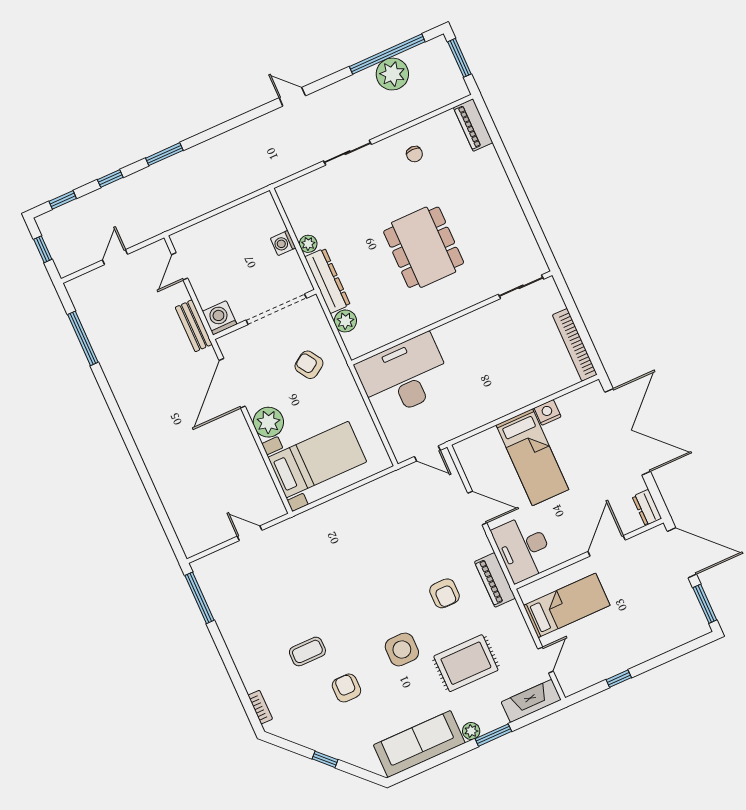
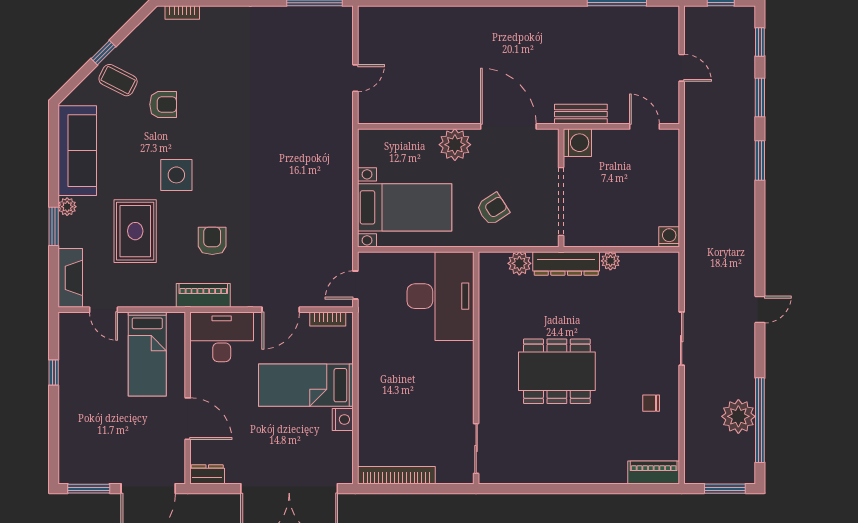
window: (110, 179) -> (760, 97), width x1.50
washing machine: (283, 243) -> (669, 237), moved
bed with nightstands: (317, 460) -> (405, 207), moved, turned -90
bookcase: (467, 464) -> (328, 319), added
armchair: (445, 593) -> (212, 241), turned 90
coffee table: (307, 651) -> (118, 80), moved, turned -63

